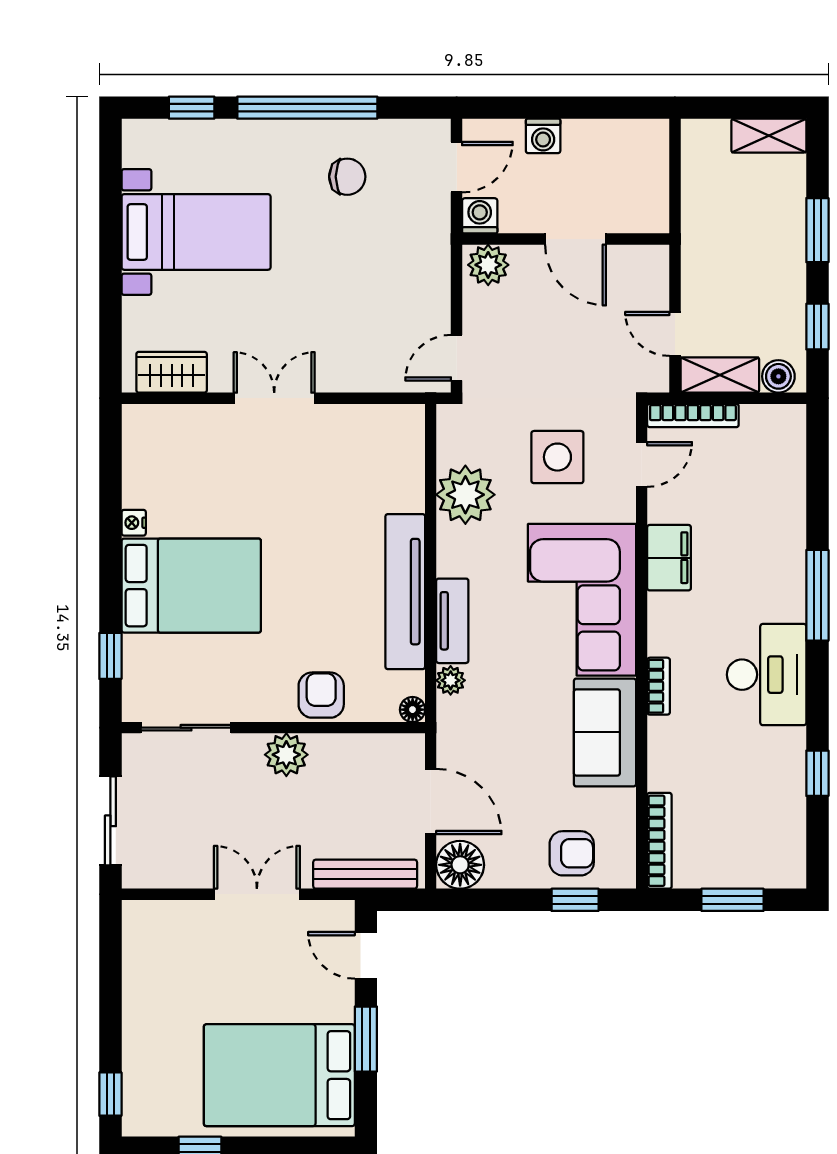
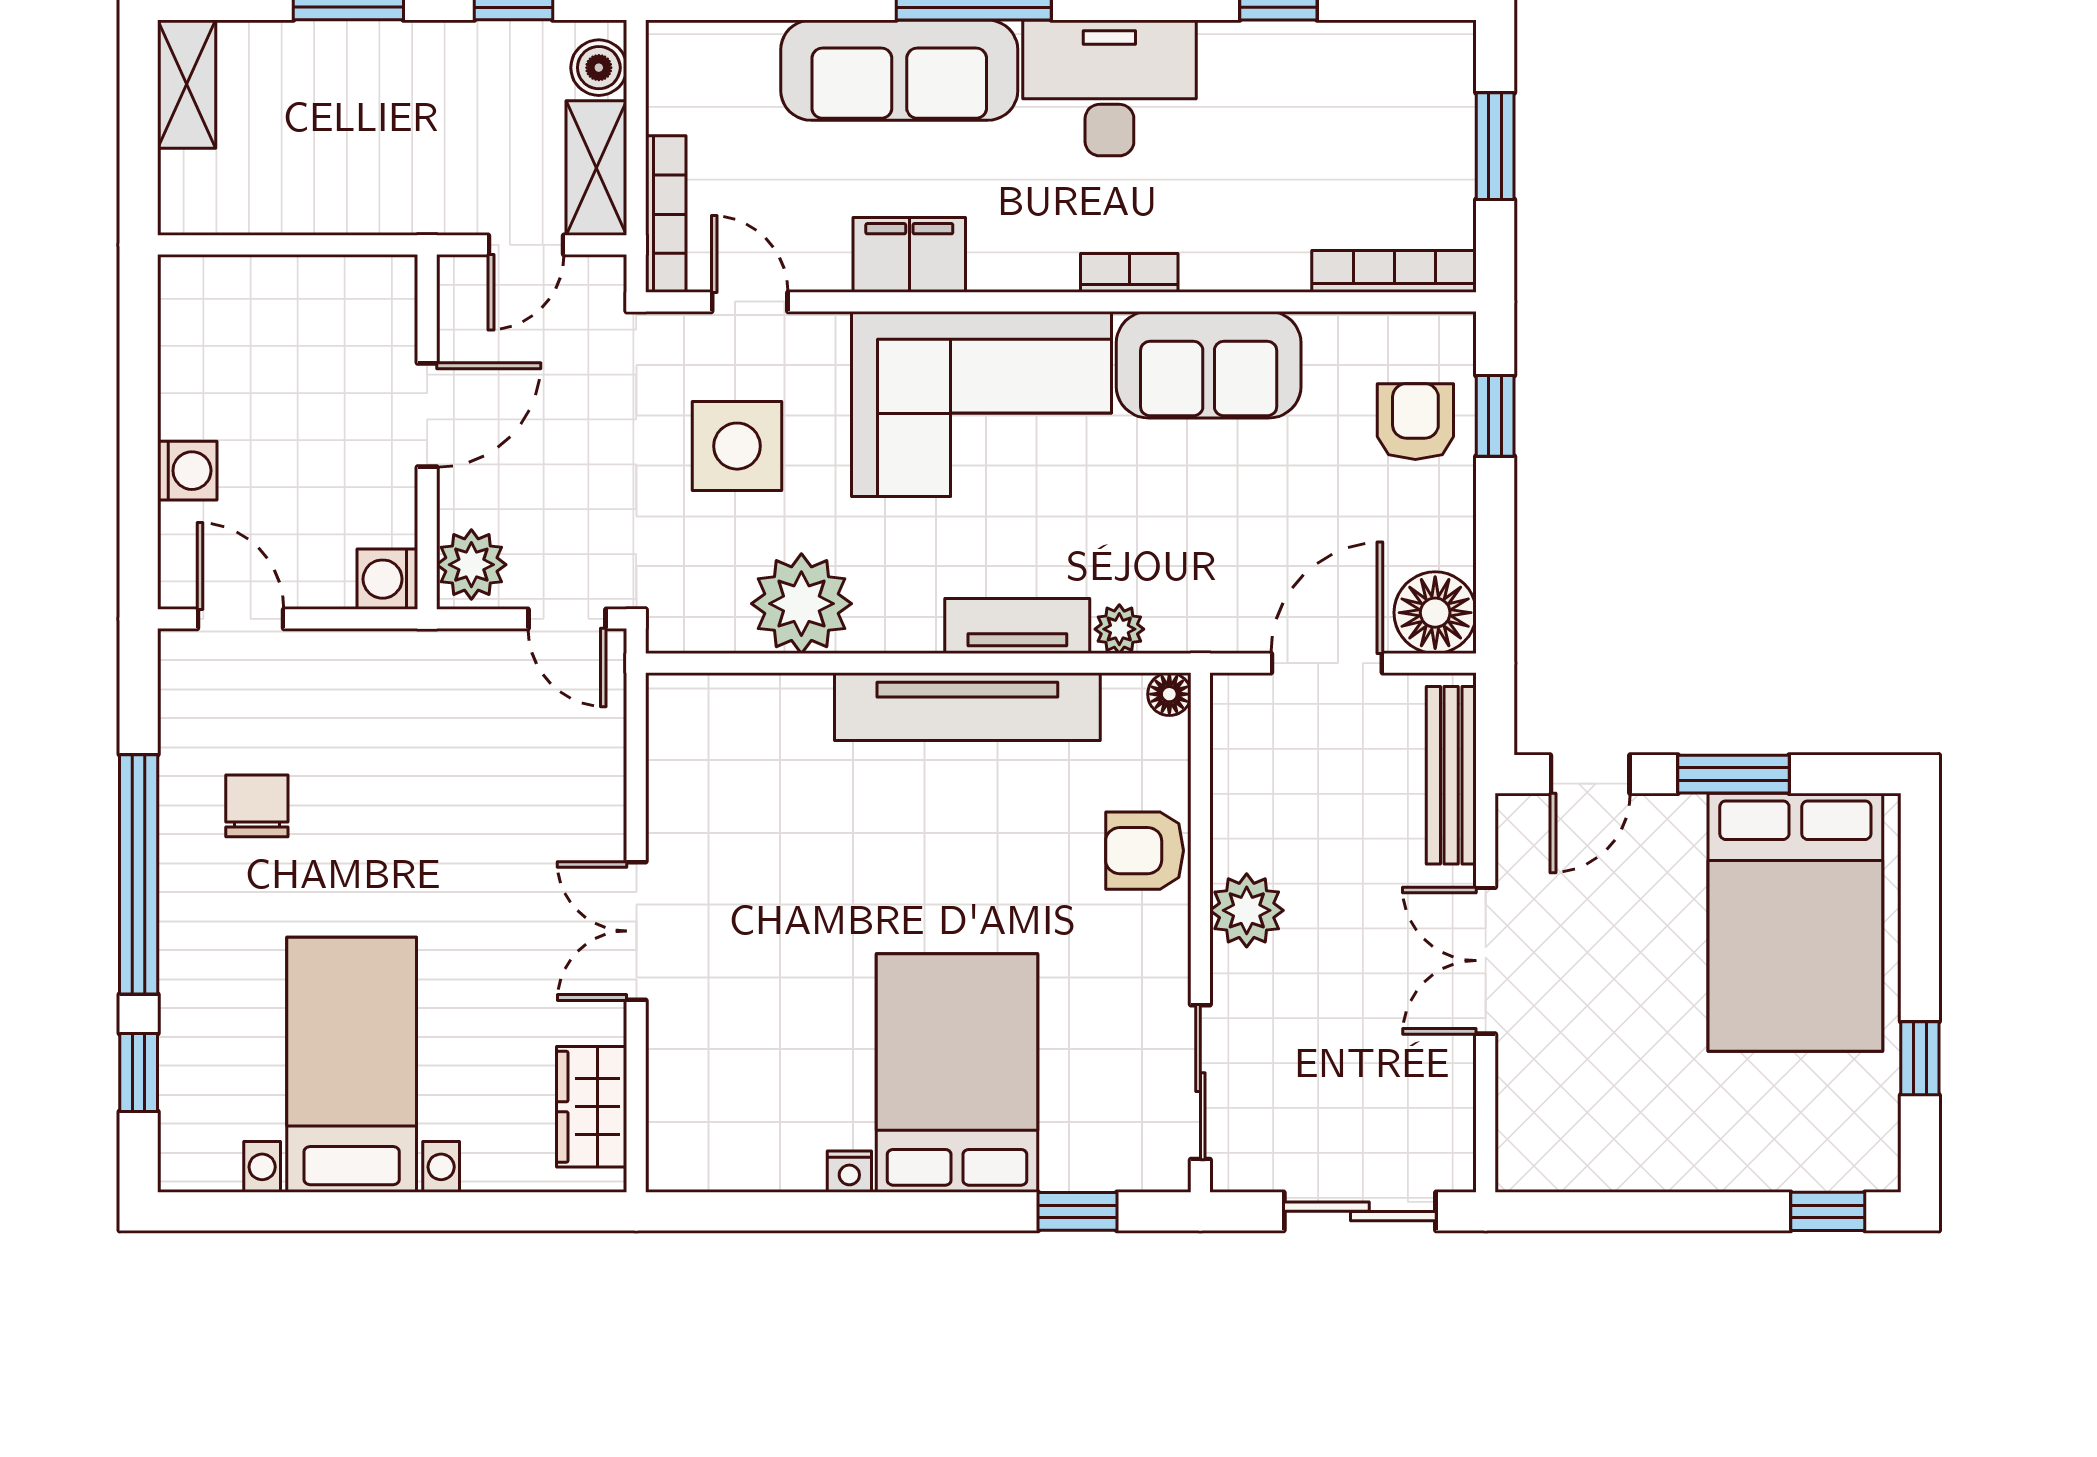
washing machine: (480, 216) -> (387, 579), moved
wall: (566, 239) -> (427, 432), moved
door: (576, 239) -> (427, 415), moved
plant: (488, 265) -> (471, 565), moved
sofa: (777, 552) -> (899, 70), added

